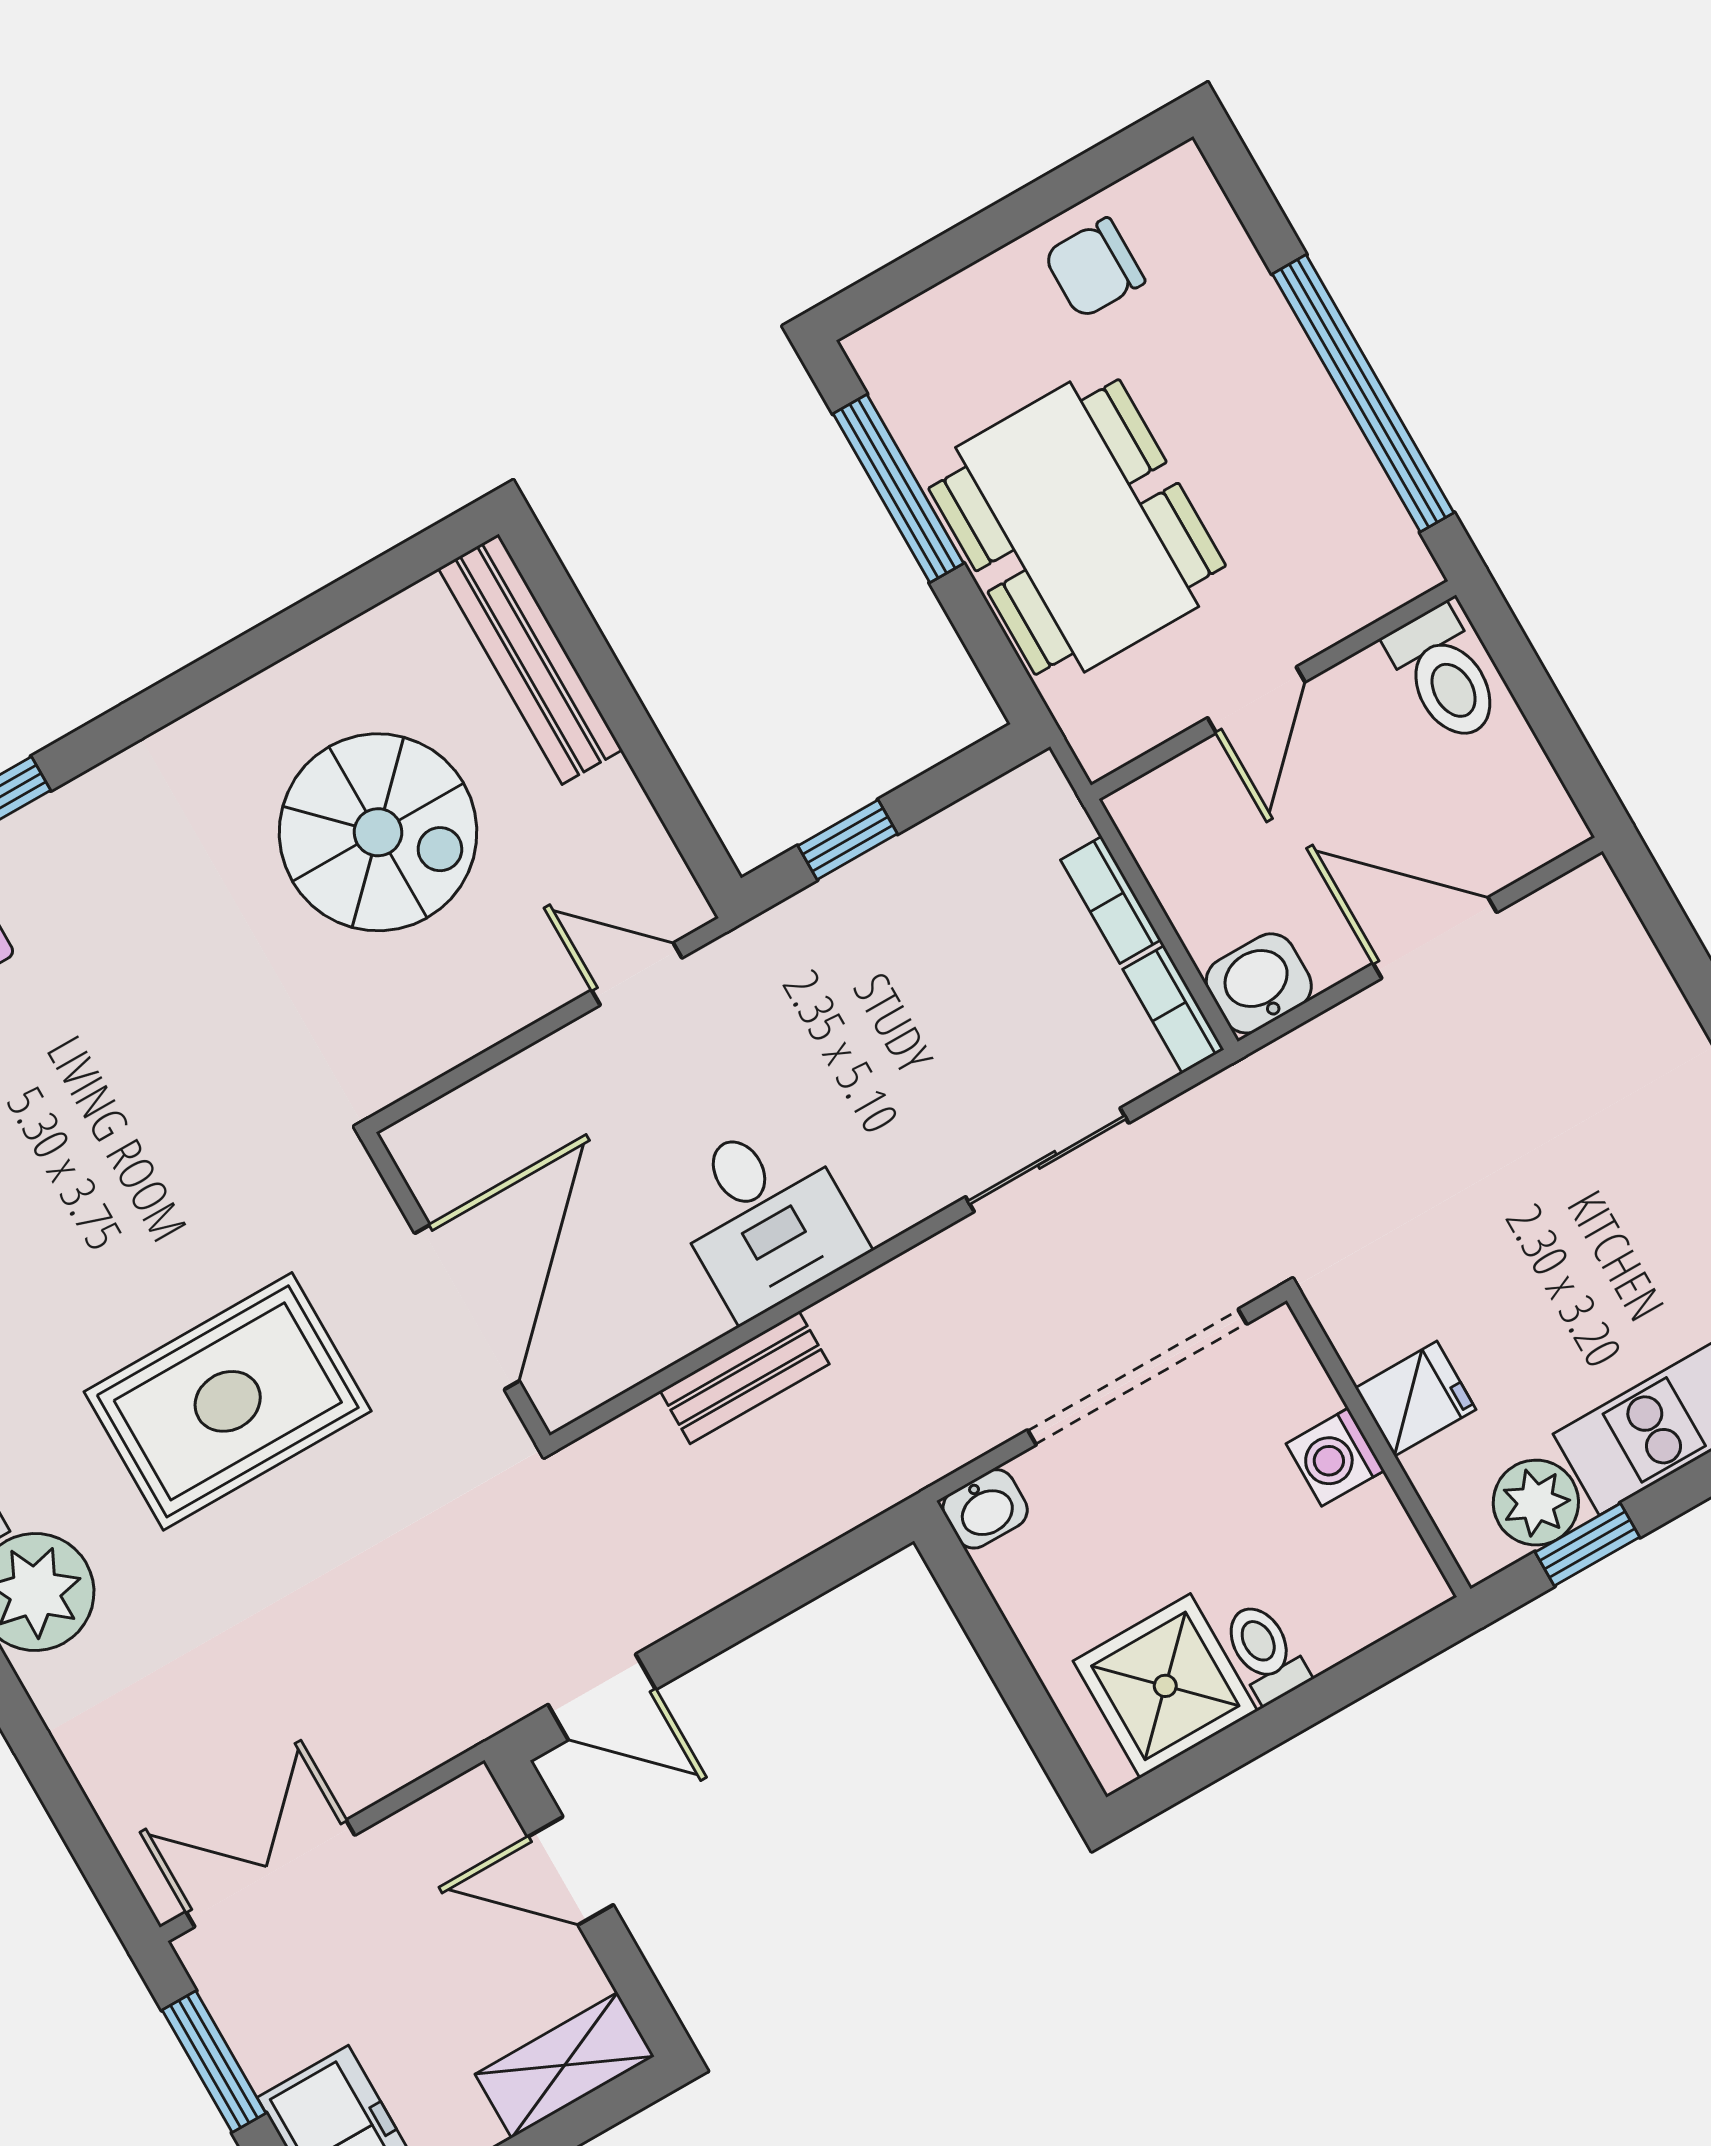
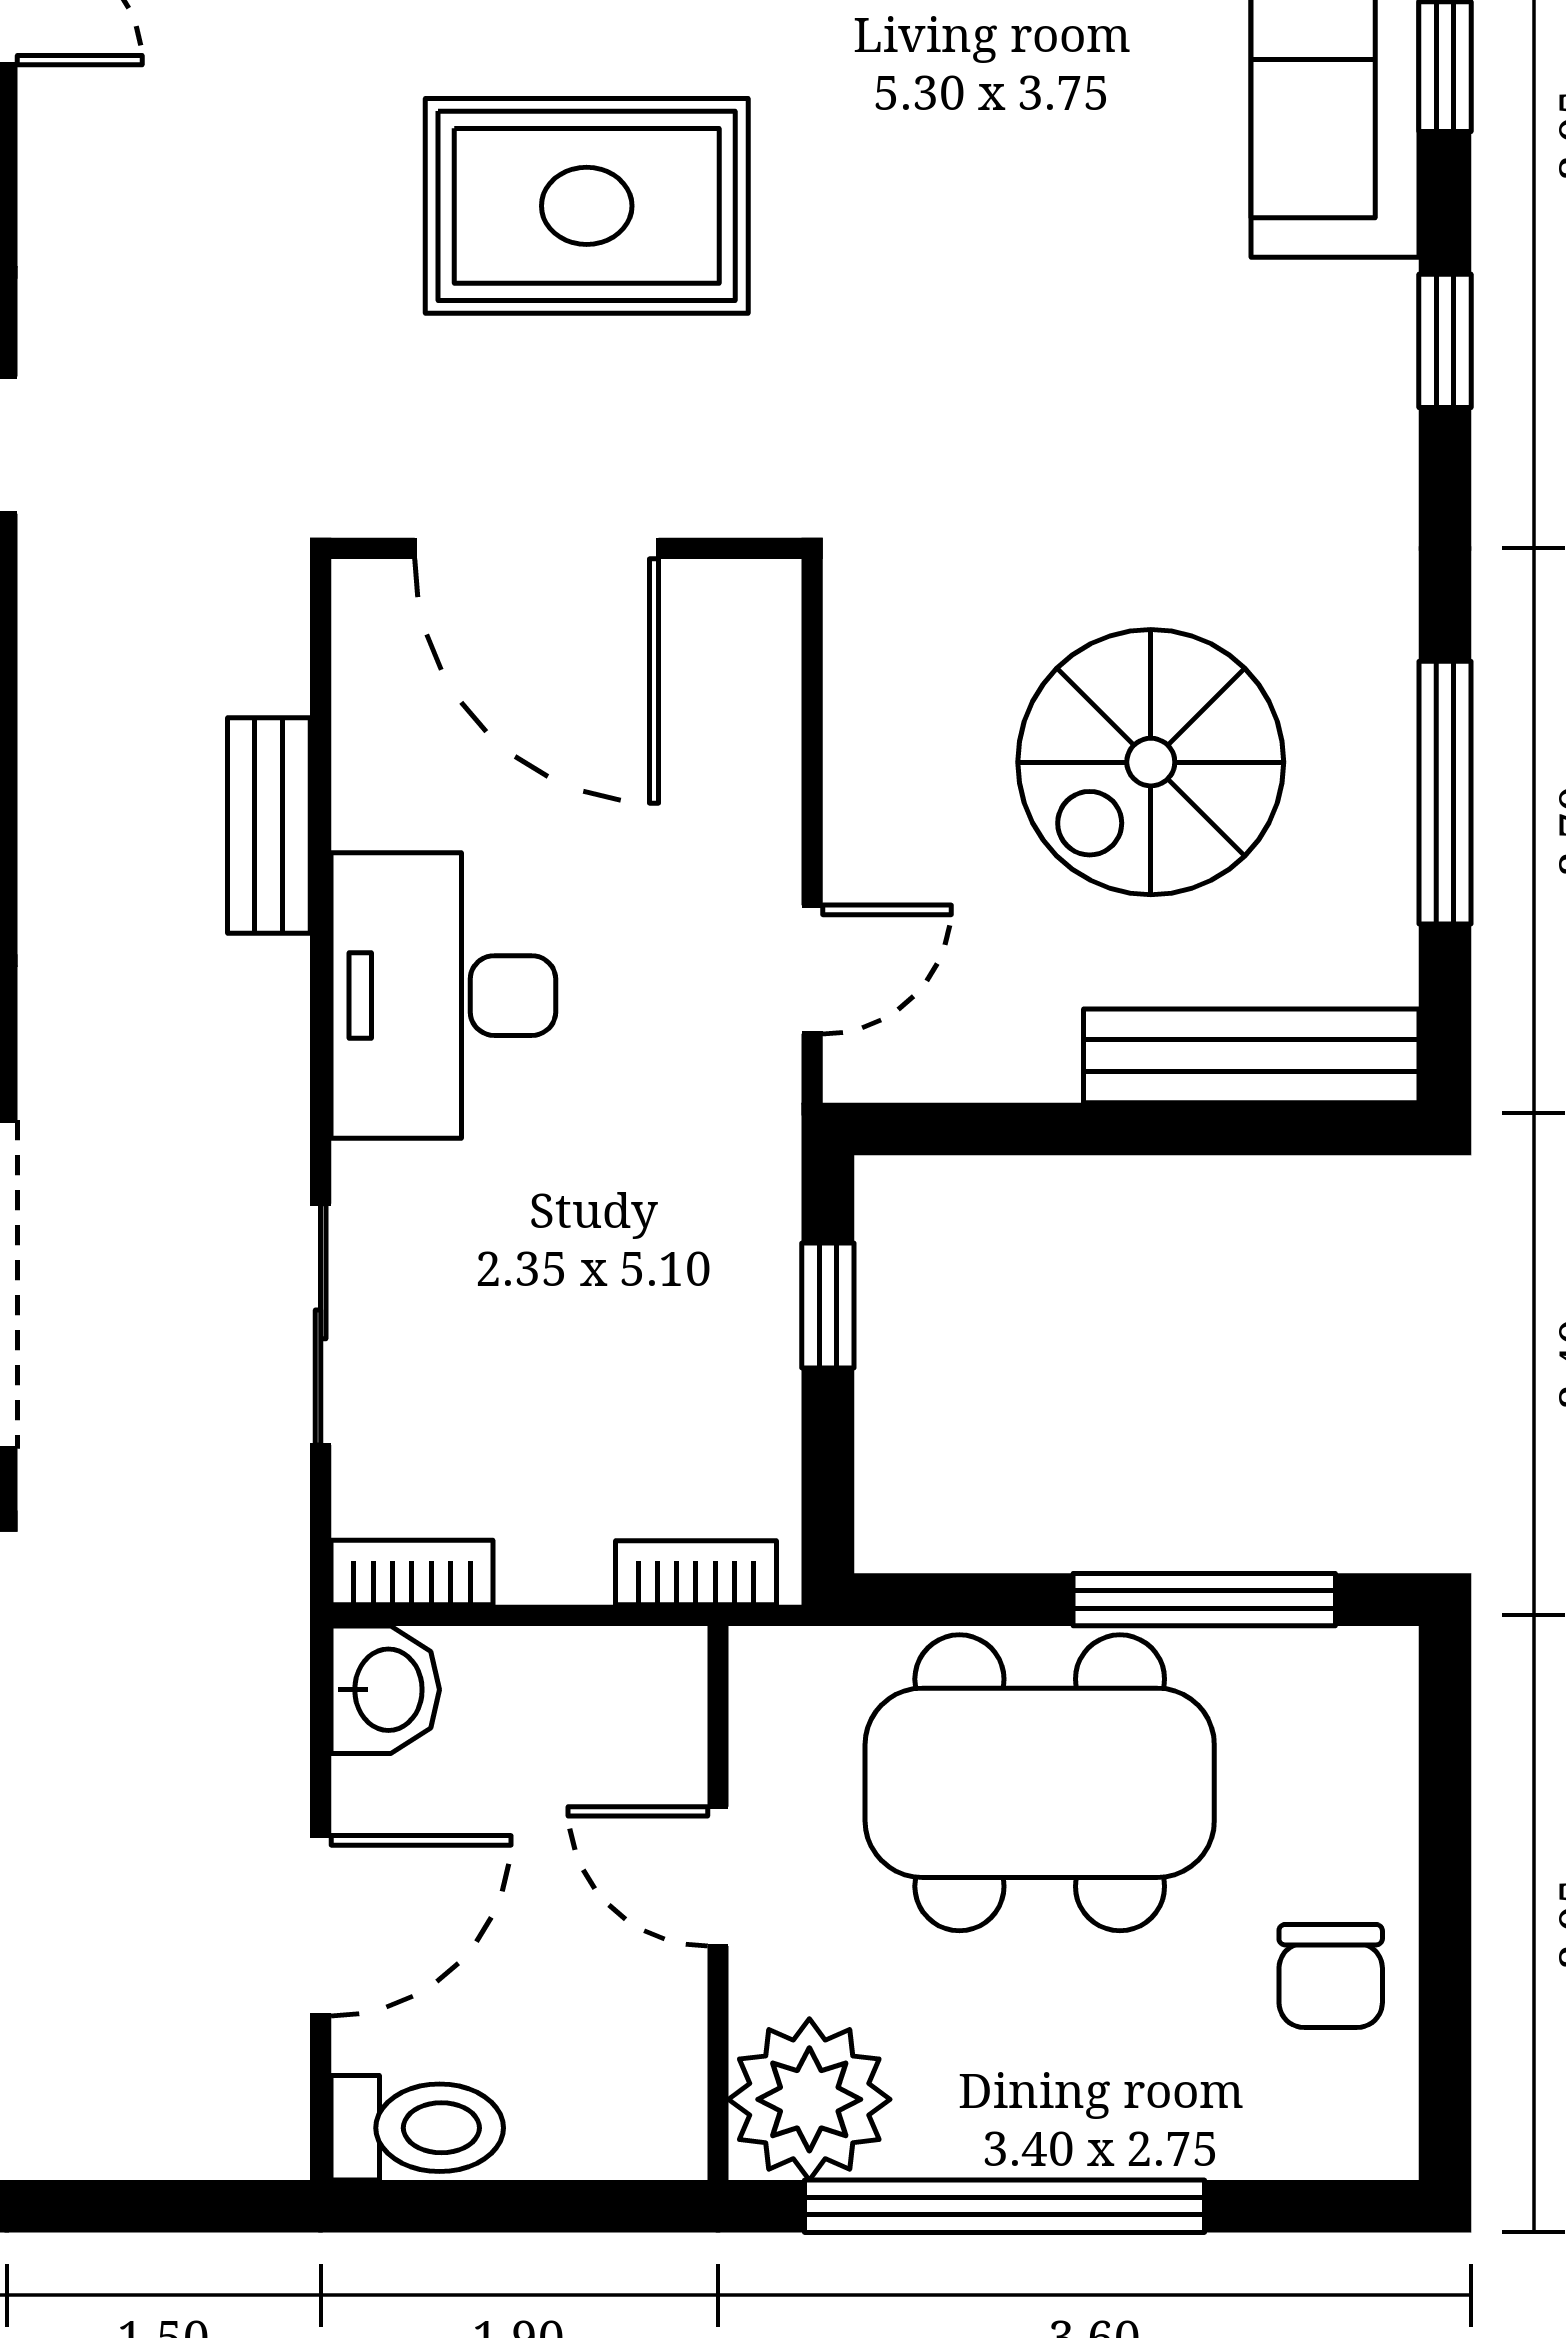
chair: (1094, 268) -> (1331, 1976), turned 180
plant: (1366, 559) -> (809, 2099), added
window: (289, 631) -> (1445, 793), added
toilet: (1445, 675) -> (417, 2128), moved, turned 180
bookcase: (1111, 900) -> (696, 1573), moved
desk: (765, 1217) -> (443, 996), width x1.37
rug: (228, 1401) -> (587, 206), turned 90

